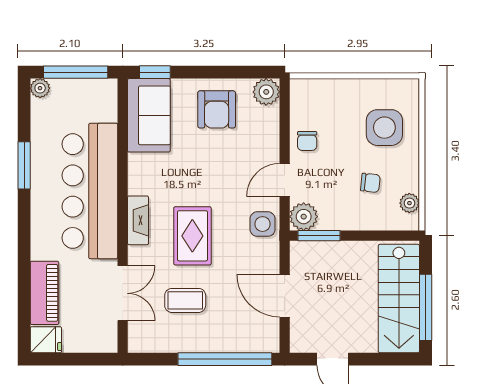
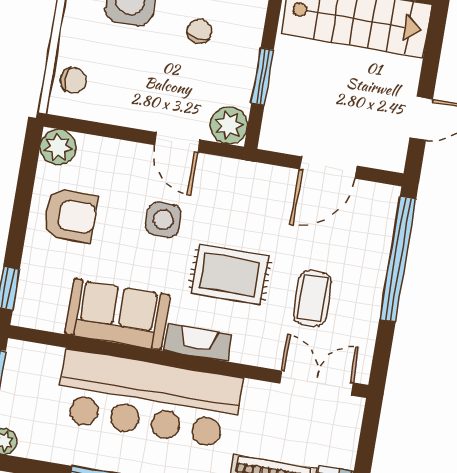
sofa: (149, 115) -> (117, 314), moved
chair: (307, 141) -> (73, 80), moved
side table: (263, 224) -> (163, 220), moved
window: (319, 236) -> (263, 77), moved
double door: (123, 293) -> (316, 383), moved

